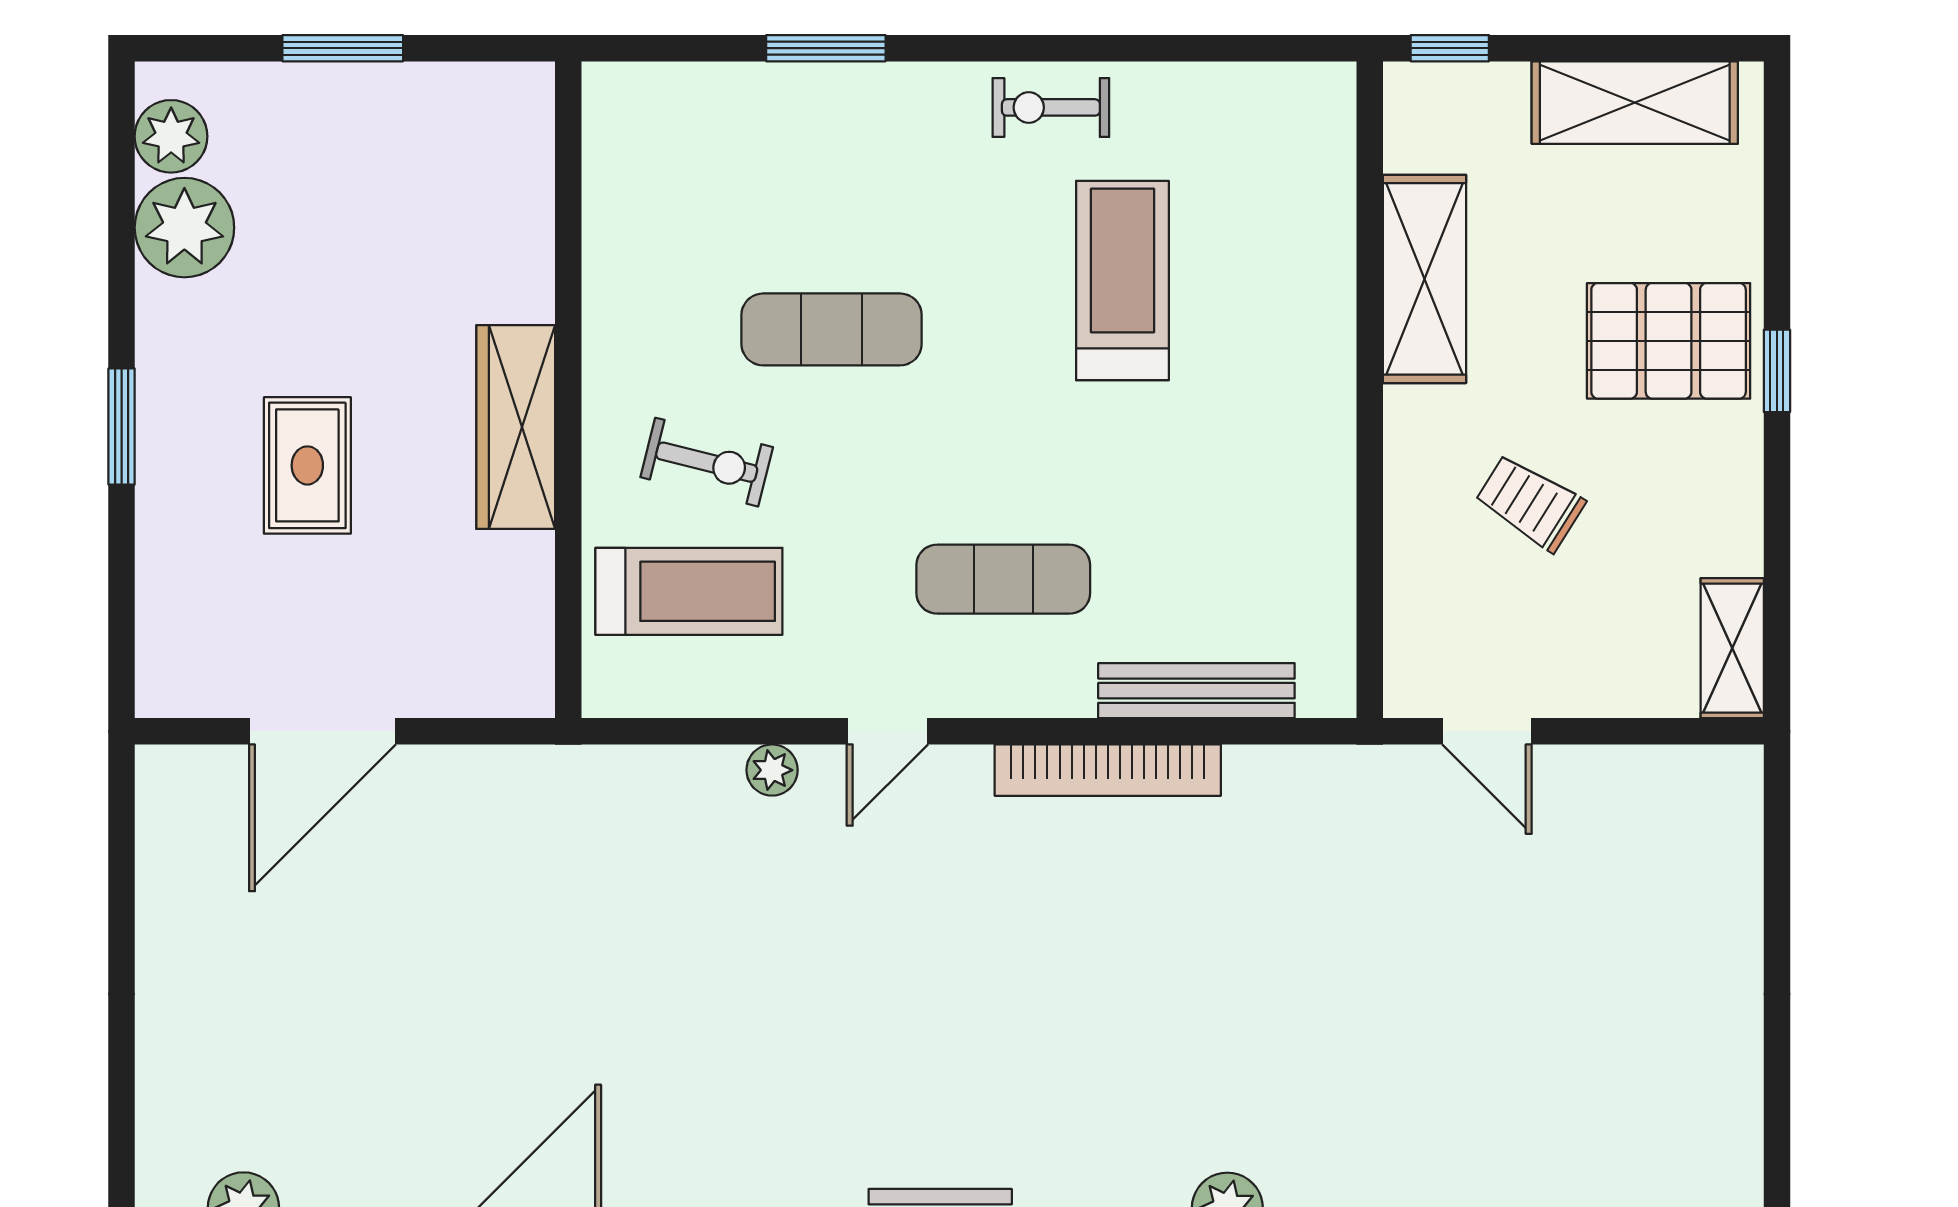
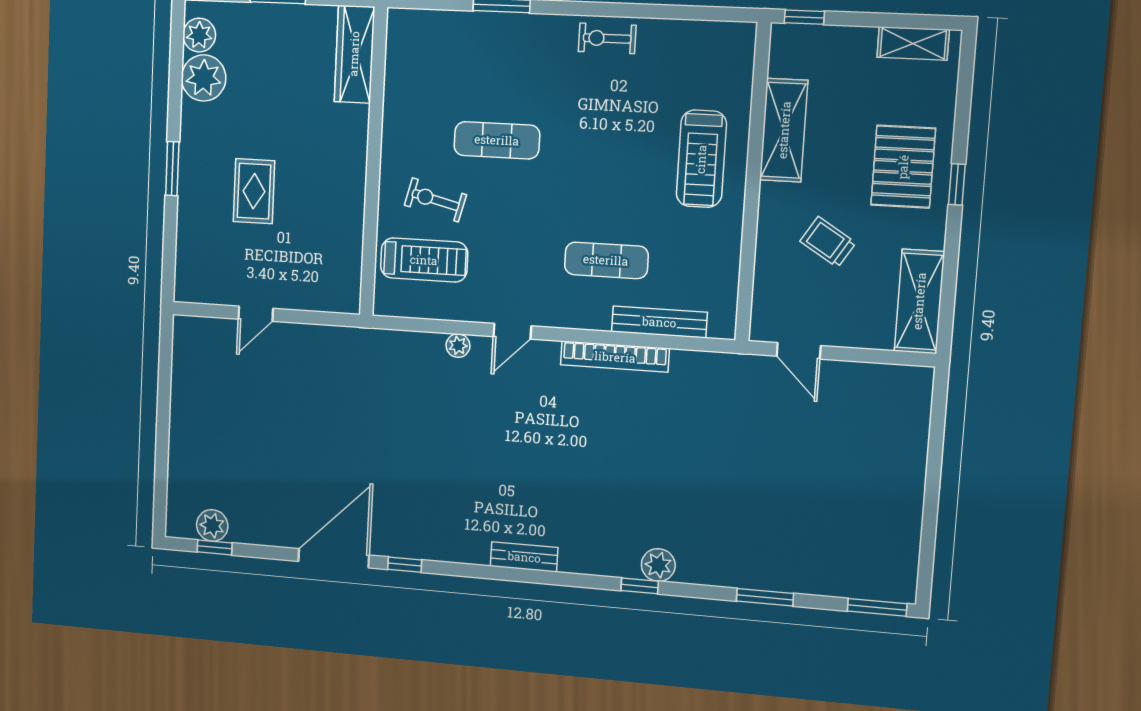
shelving: (1635, 103) -> (913, 43), width x0.67, depth x0.75
treadmill: (1122, 280) -> (701, 159), moved, turned 180
pallet: (1669, 341) -> (903, 167), turned 90
wardrobe: (516, 427) -> (354, 54), moved
exercise bike: (707, 462) -> (435, 200), turned 180
exercise mat: (1003, 579) -> (606, 260), moved
shelving: (1732, 648) -> (919, 301), width x1.50, depth x1.33
door: (322, 731) -> (256, 314), width x0.53

